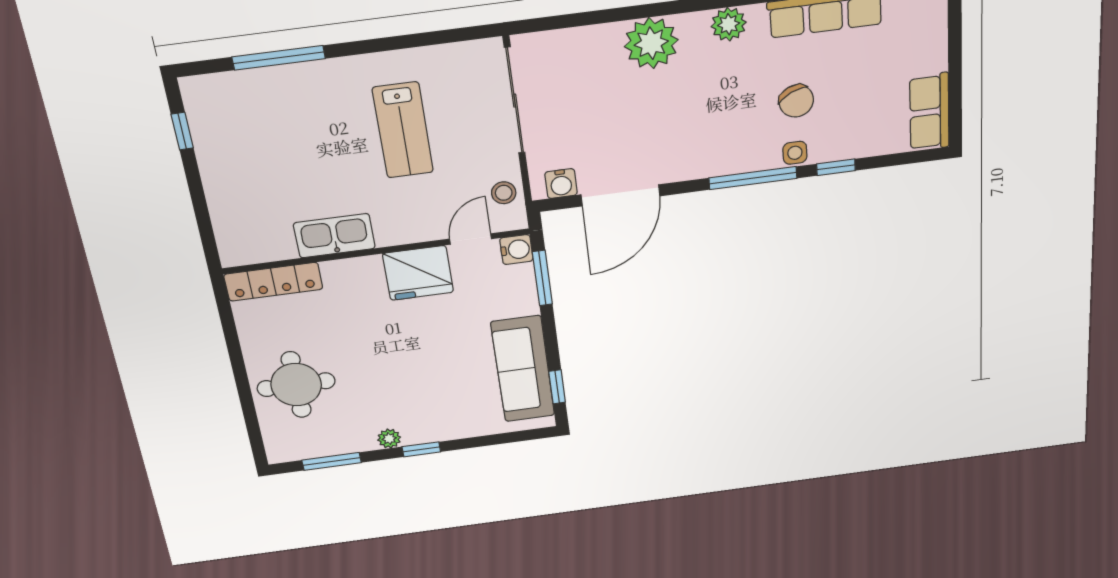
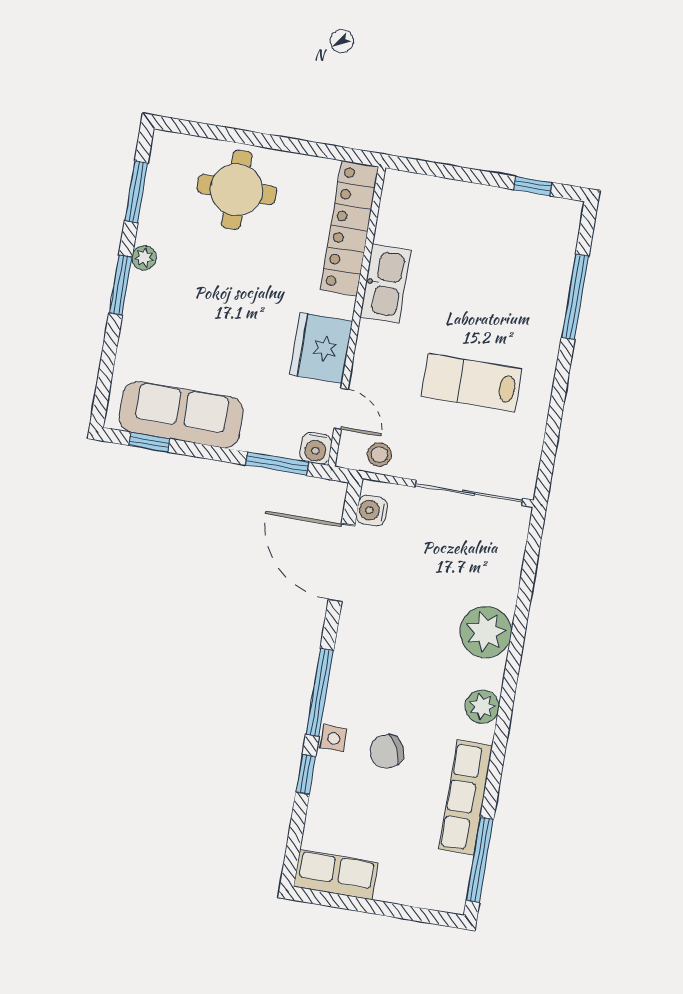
locker: (273, 282) -> (349, 228), width x1.41, depth x1.21
window: (421, 449) -> (120, 285), width x1.50

